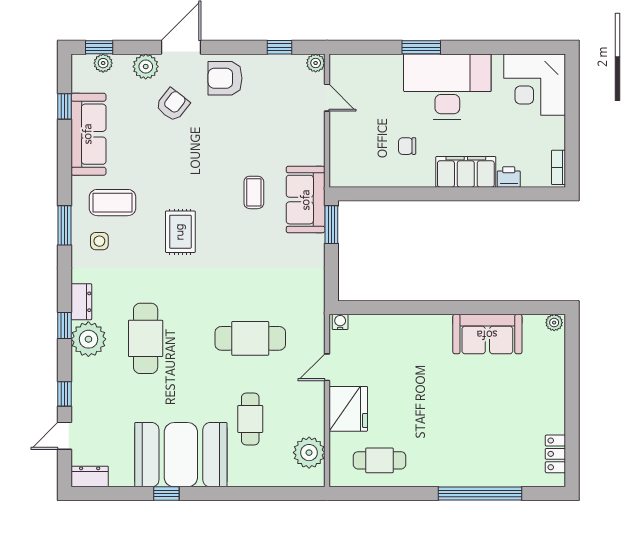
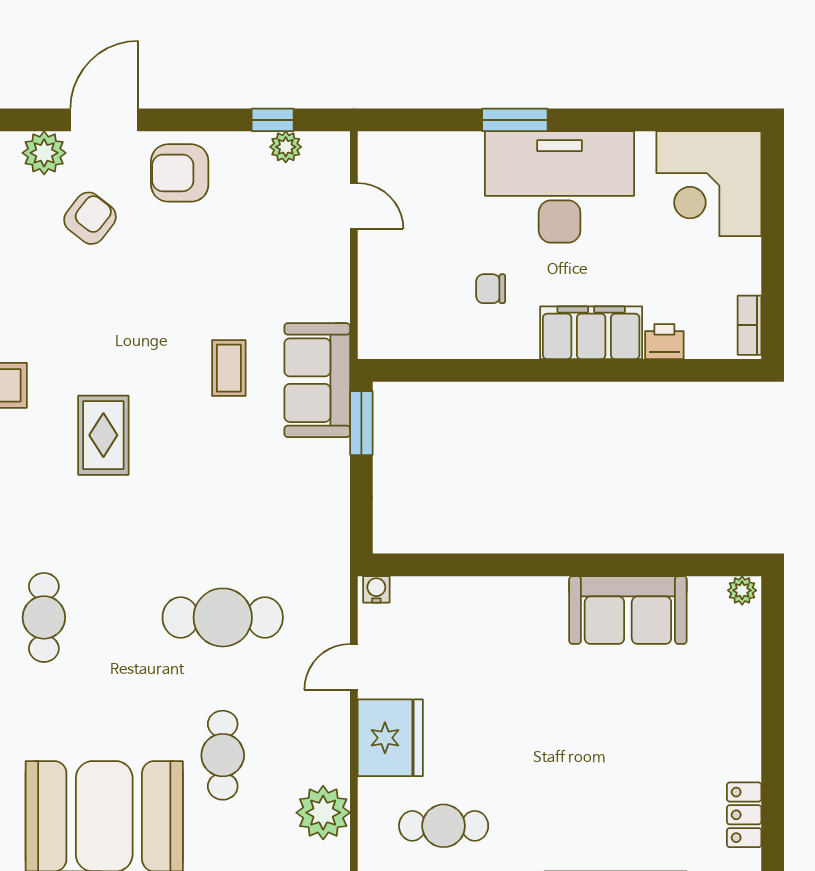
plant: (316, 63) -> (286, 147), moved
cafe table: (146, 338) -> (44, 617), width x0.73, depth x0.74

